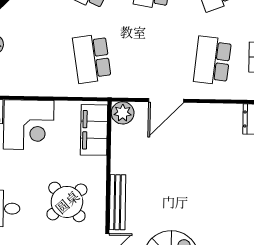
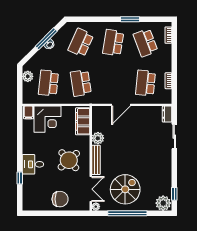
school desk: (32, 57) -> (48, 83), added
plant: (123, 113) -> (98, 138), moved

